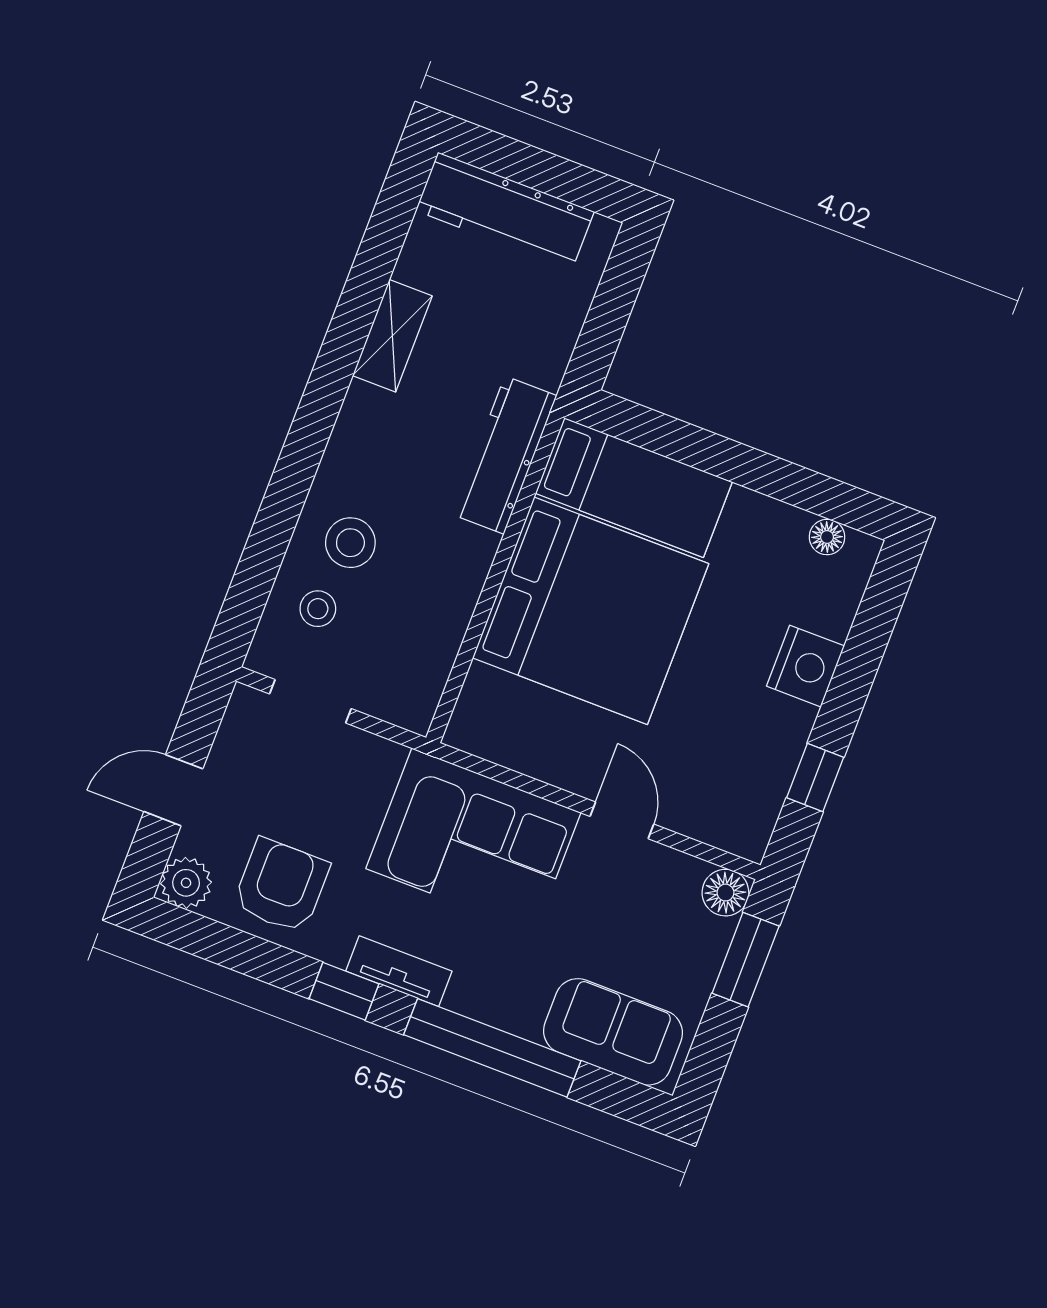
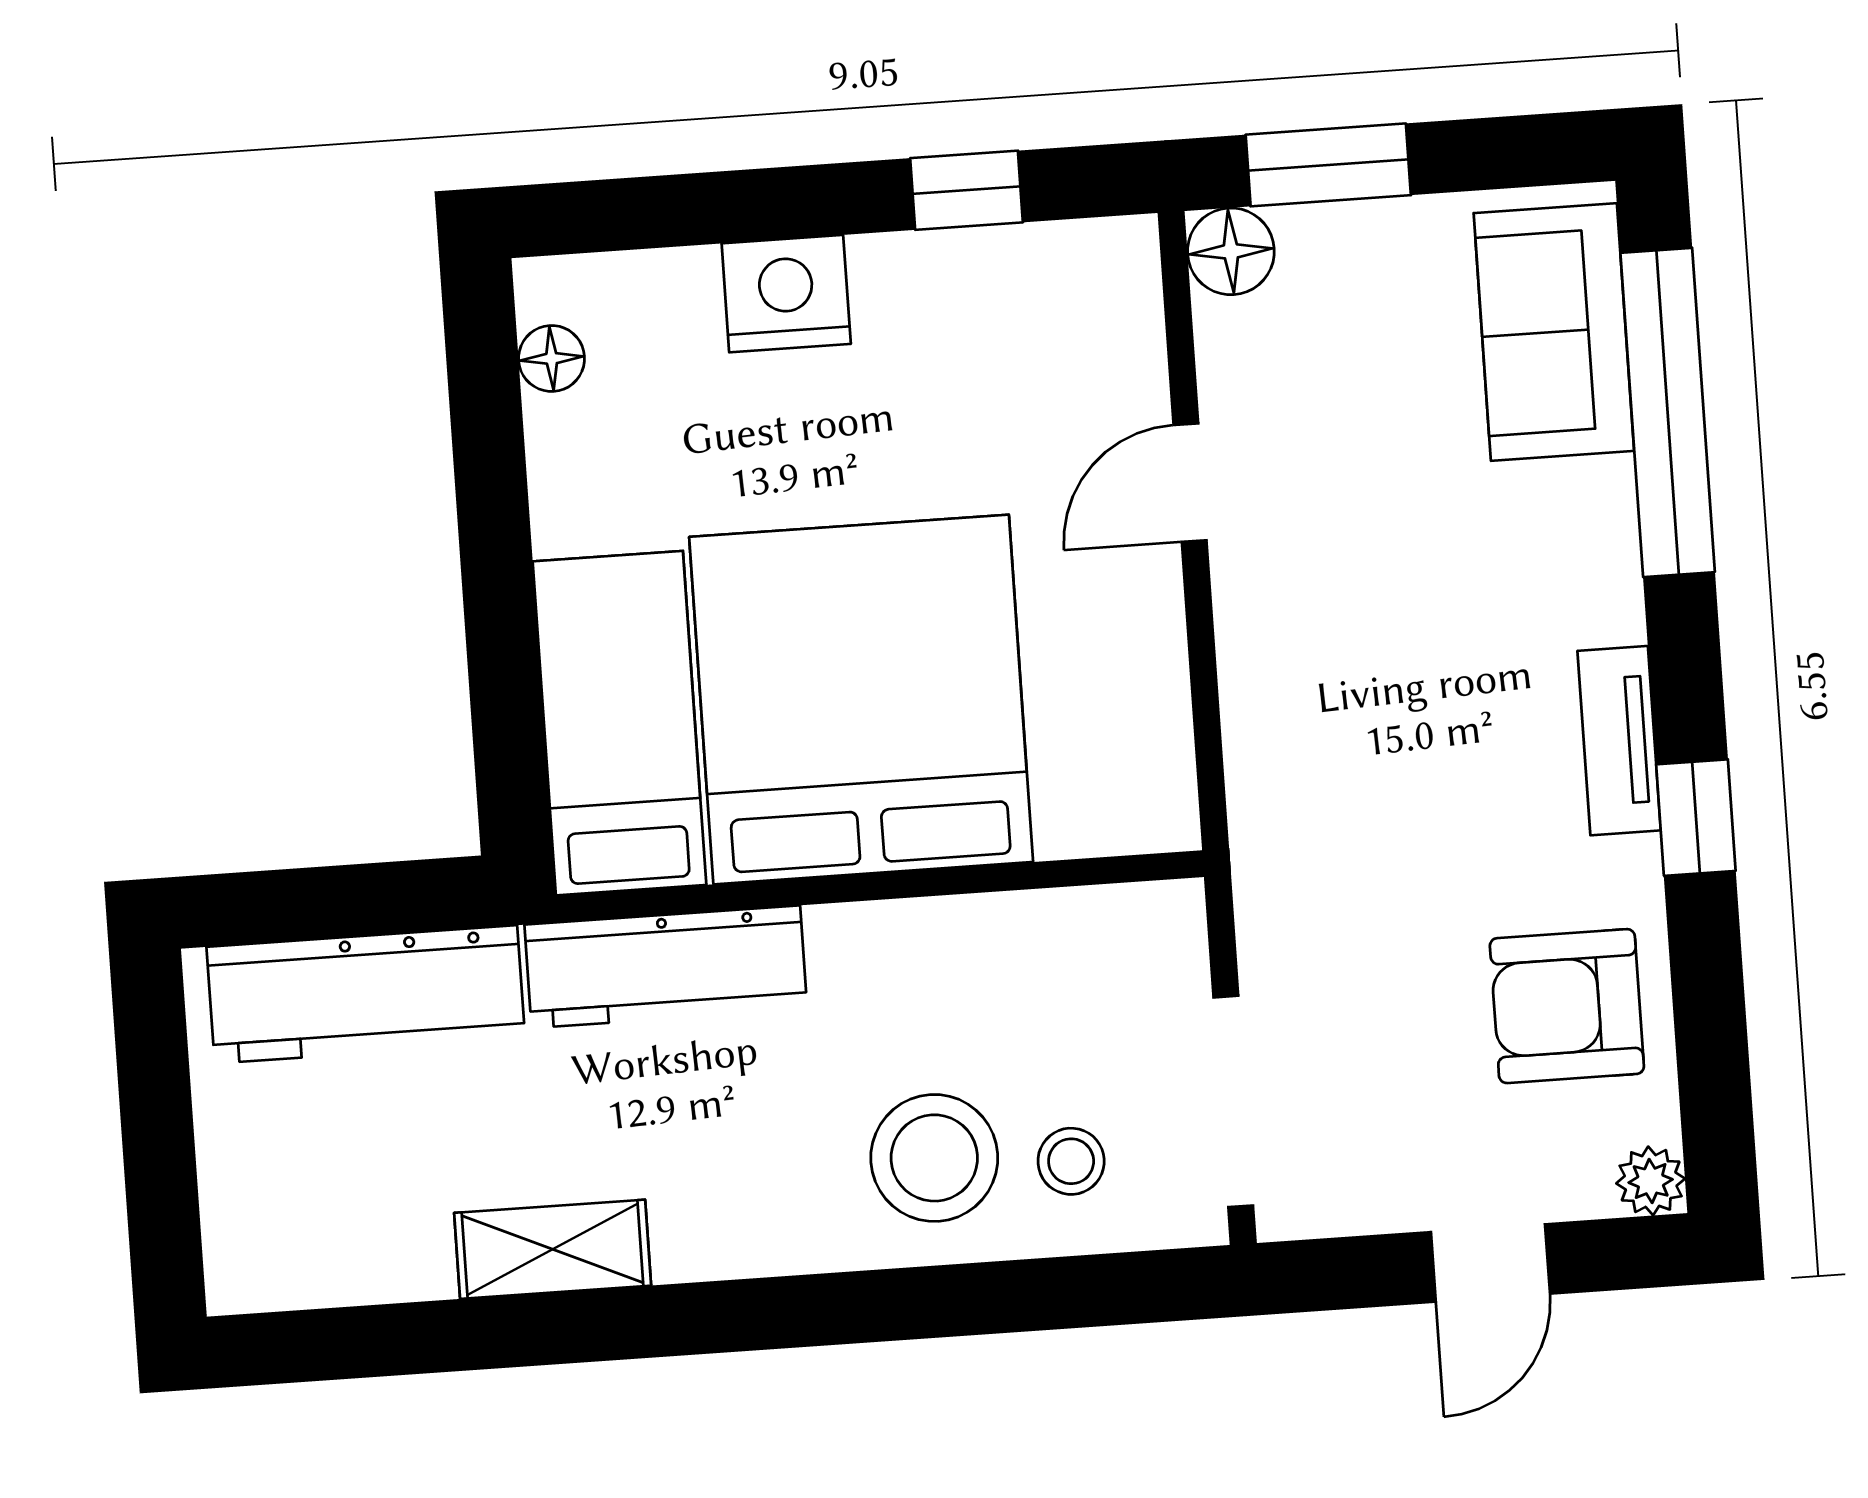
workbench: (505, 211) -> (366, 994), moved, turned 90
stool: (350, 543) -> (934, 1158), width x1.38, depth x1.38
doorway: (310, 701) -> (1233, 1101), width x1.38
door: (173, 790) -> (1490, 1263), hinge flipped
corner sofa: (473, 841) -> (1340, 717), removed
plant: (186, 883) -> (1651, 1181), width x0.73, depth x0.73
window: (492, 1048) -> (1668, 412), moved

